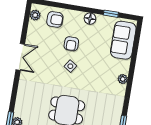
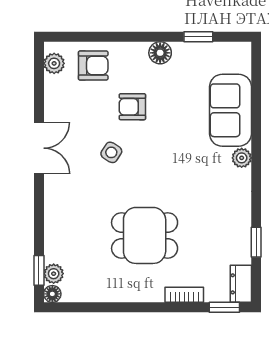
sofa: (123, 40) -> (230, 110), moved
armchair: (71, 44) -> (132, 107), turned 90
side table: (70, 66) -> (111, 152), moved

